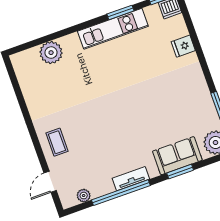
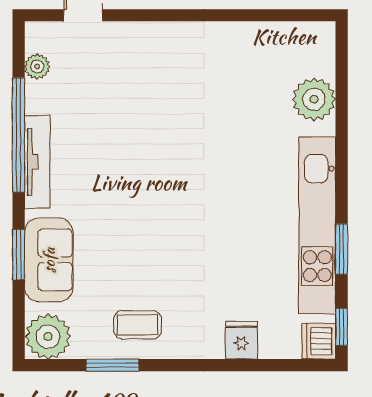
kitchen unit: (113, 29) -> (317, 225), width x1.36
coffee table: (57, 142) -> (138, 325), moved
tv unit: (131, 179) -> (37, 162), width x1.41

